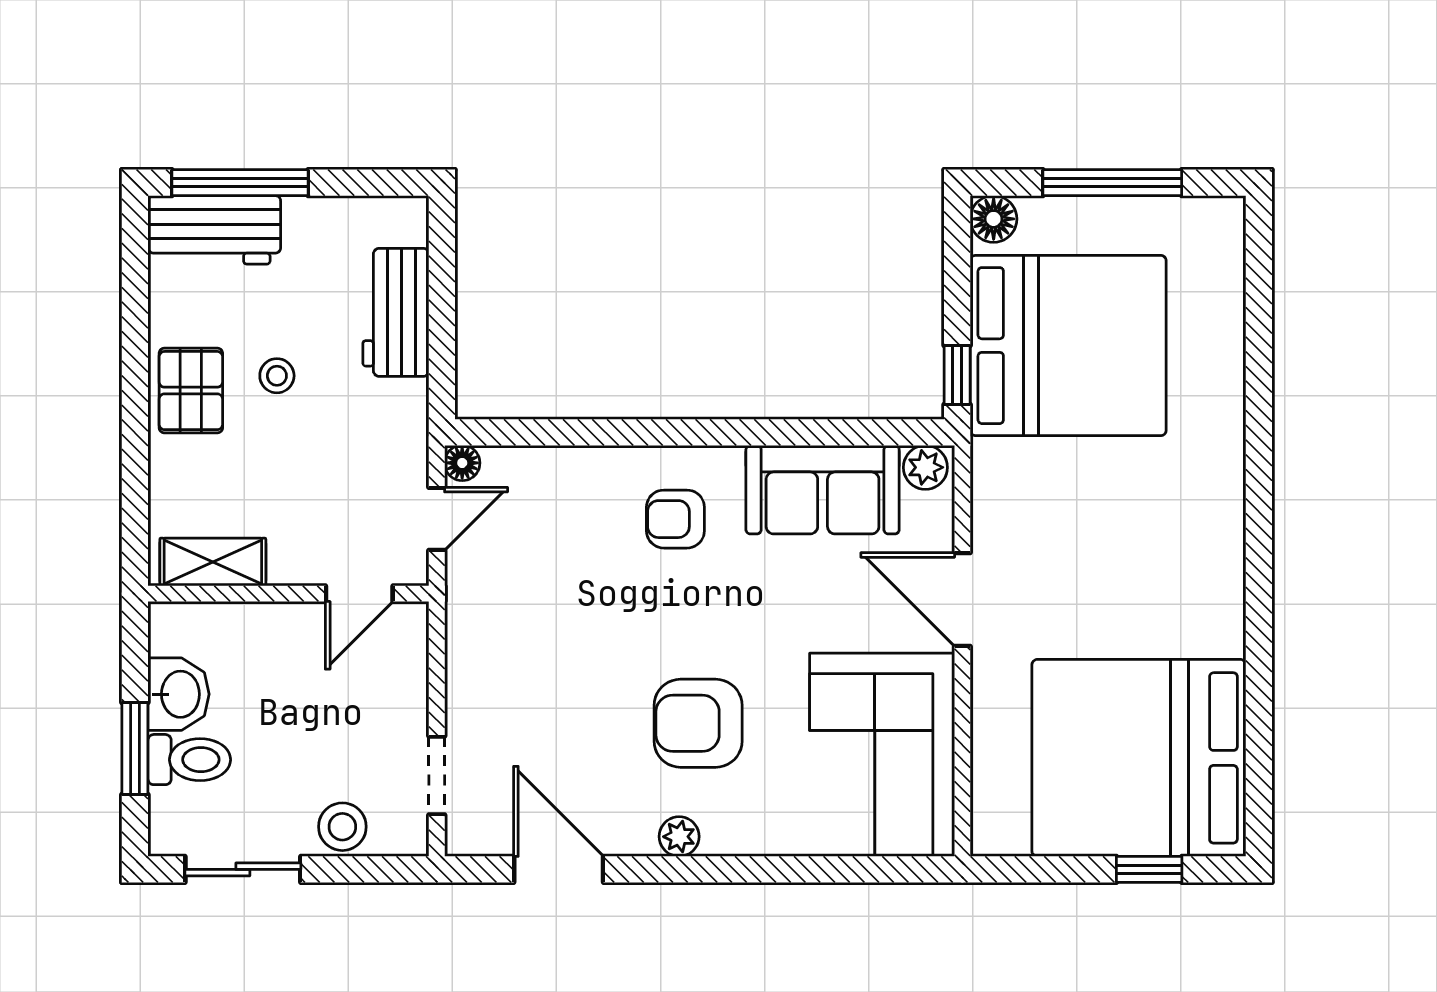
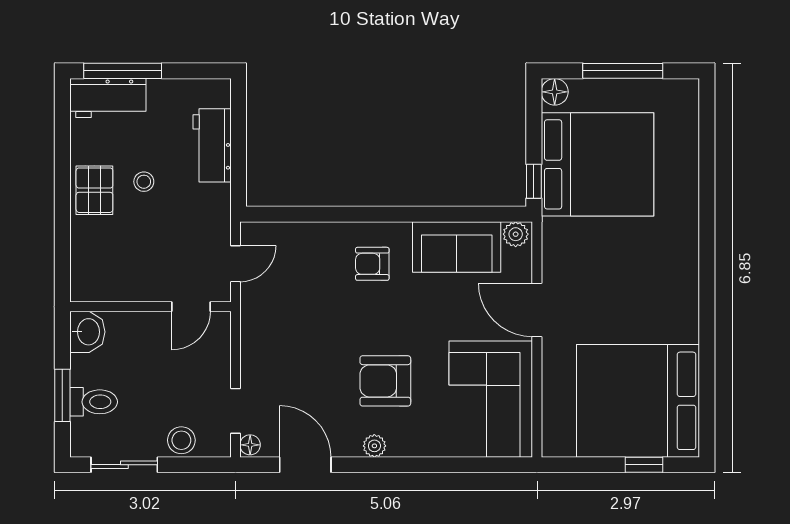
floor lamp: (462, 463) -> (250, 445), moved
shelving: (213, 562) -> (107, 288), removed
washbasin: (179, 694) -> (87, 332), moved

